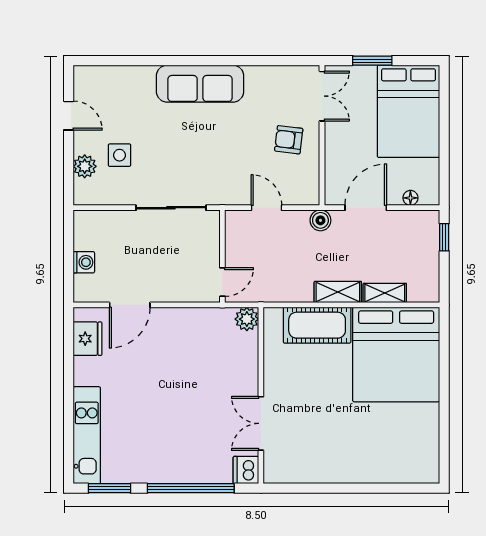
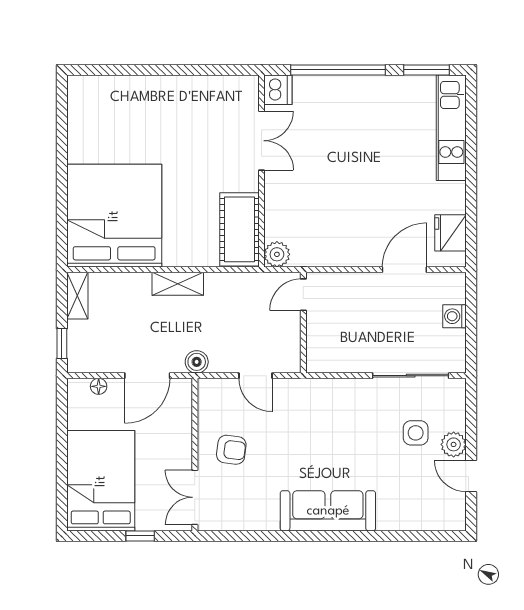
window: (372, 61) -> (140, 536), width x0.67
plant: (85, 166) -> (454, 444), moved
sliding door: (171, 208) -> (411, 376), moved
shelving: (385, 293) -> (77, 296), moved, turned 90
cot: (317, 325) -> (239, 229), moved, turned 90

